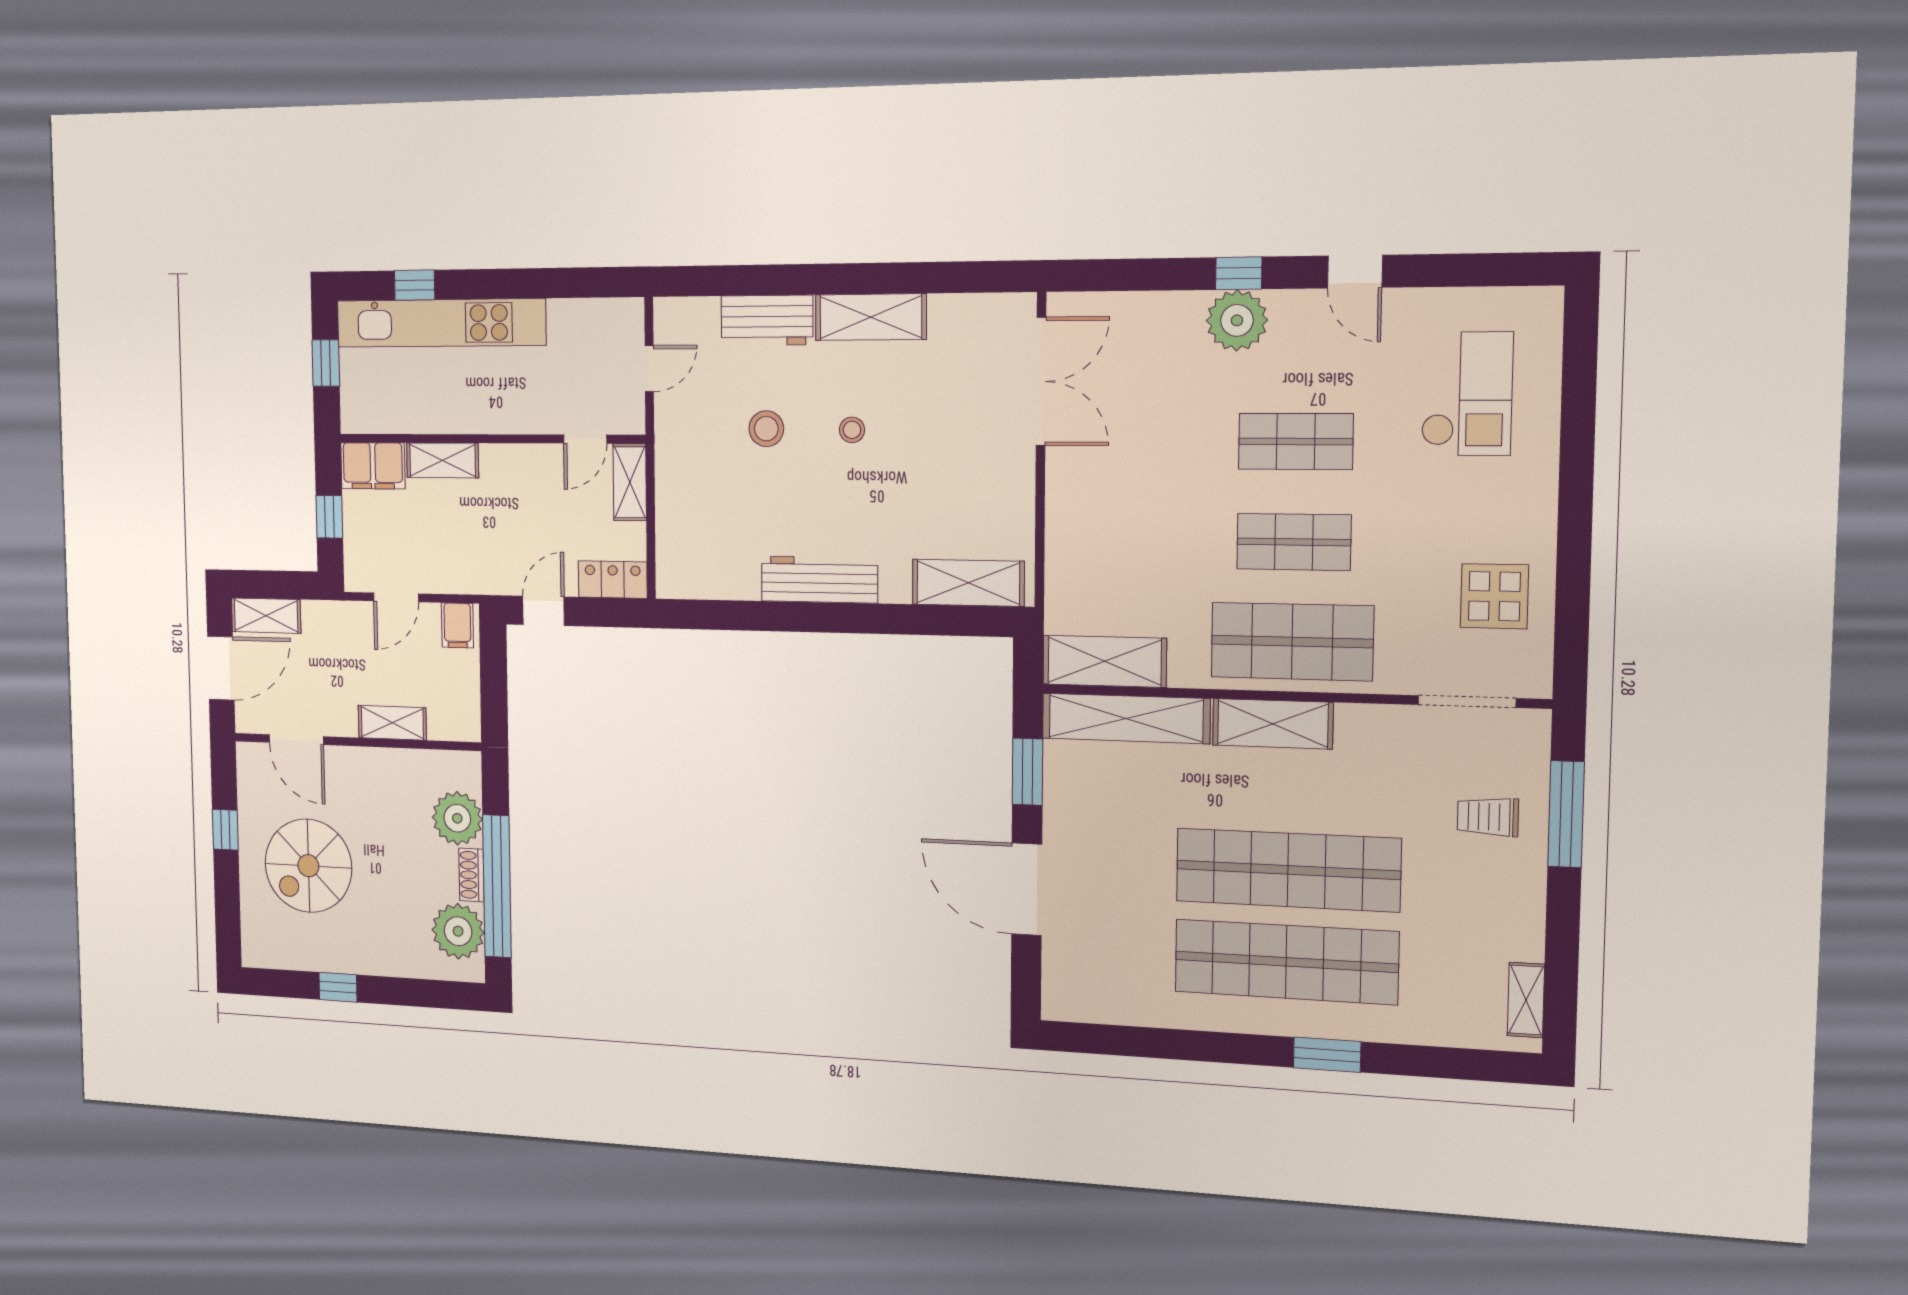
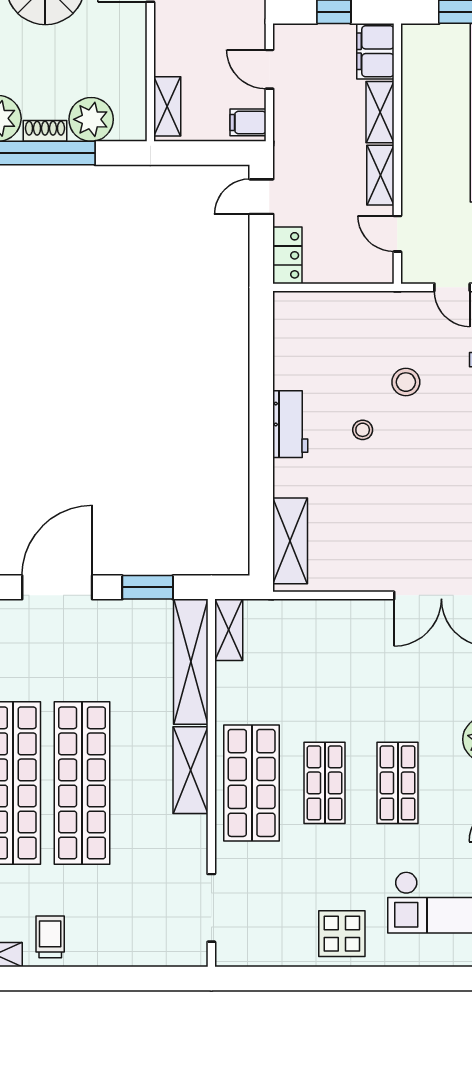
stool: (852, 430) -> (363, 430), moved
shelving: (630, 482) -> (380, 175), moved, turned 90
workbench: (819, 580) -> (290, 424), width x0.73
display table: (1494, 596) -> (342, 934), moved
door: (543, 611) -> (261, 197), swing flipped
shelving: (1104, 661) -> (229, 630), width x0.67, depth x0.75
shelving: (392, 723) -> (167, 106), moved
window: (1566, 814) -> (132, 979), removed
trolley: (1488, 817) -> (50, 937), moved

